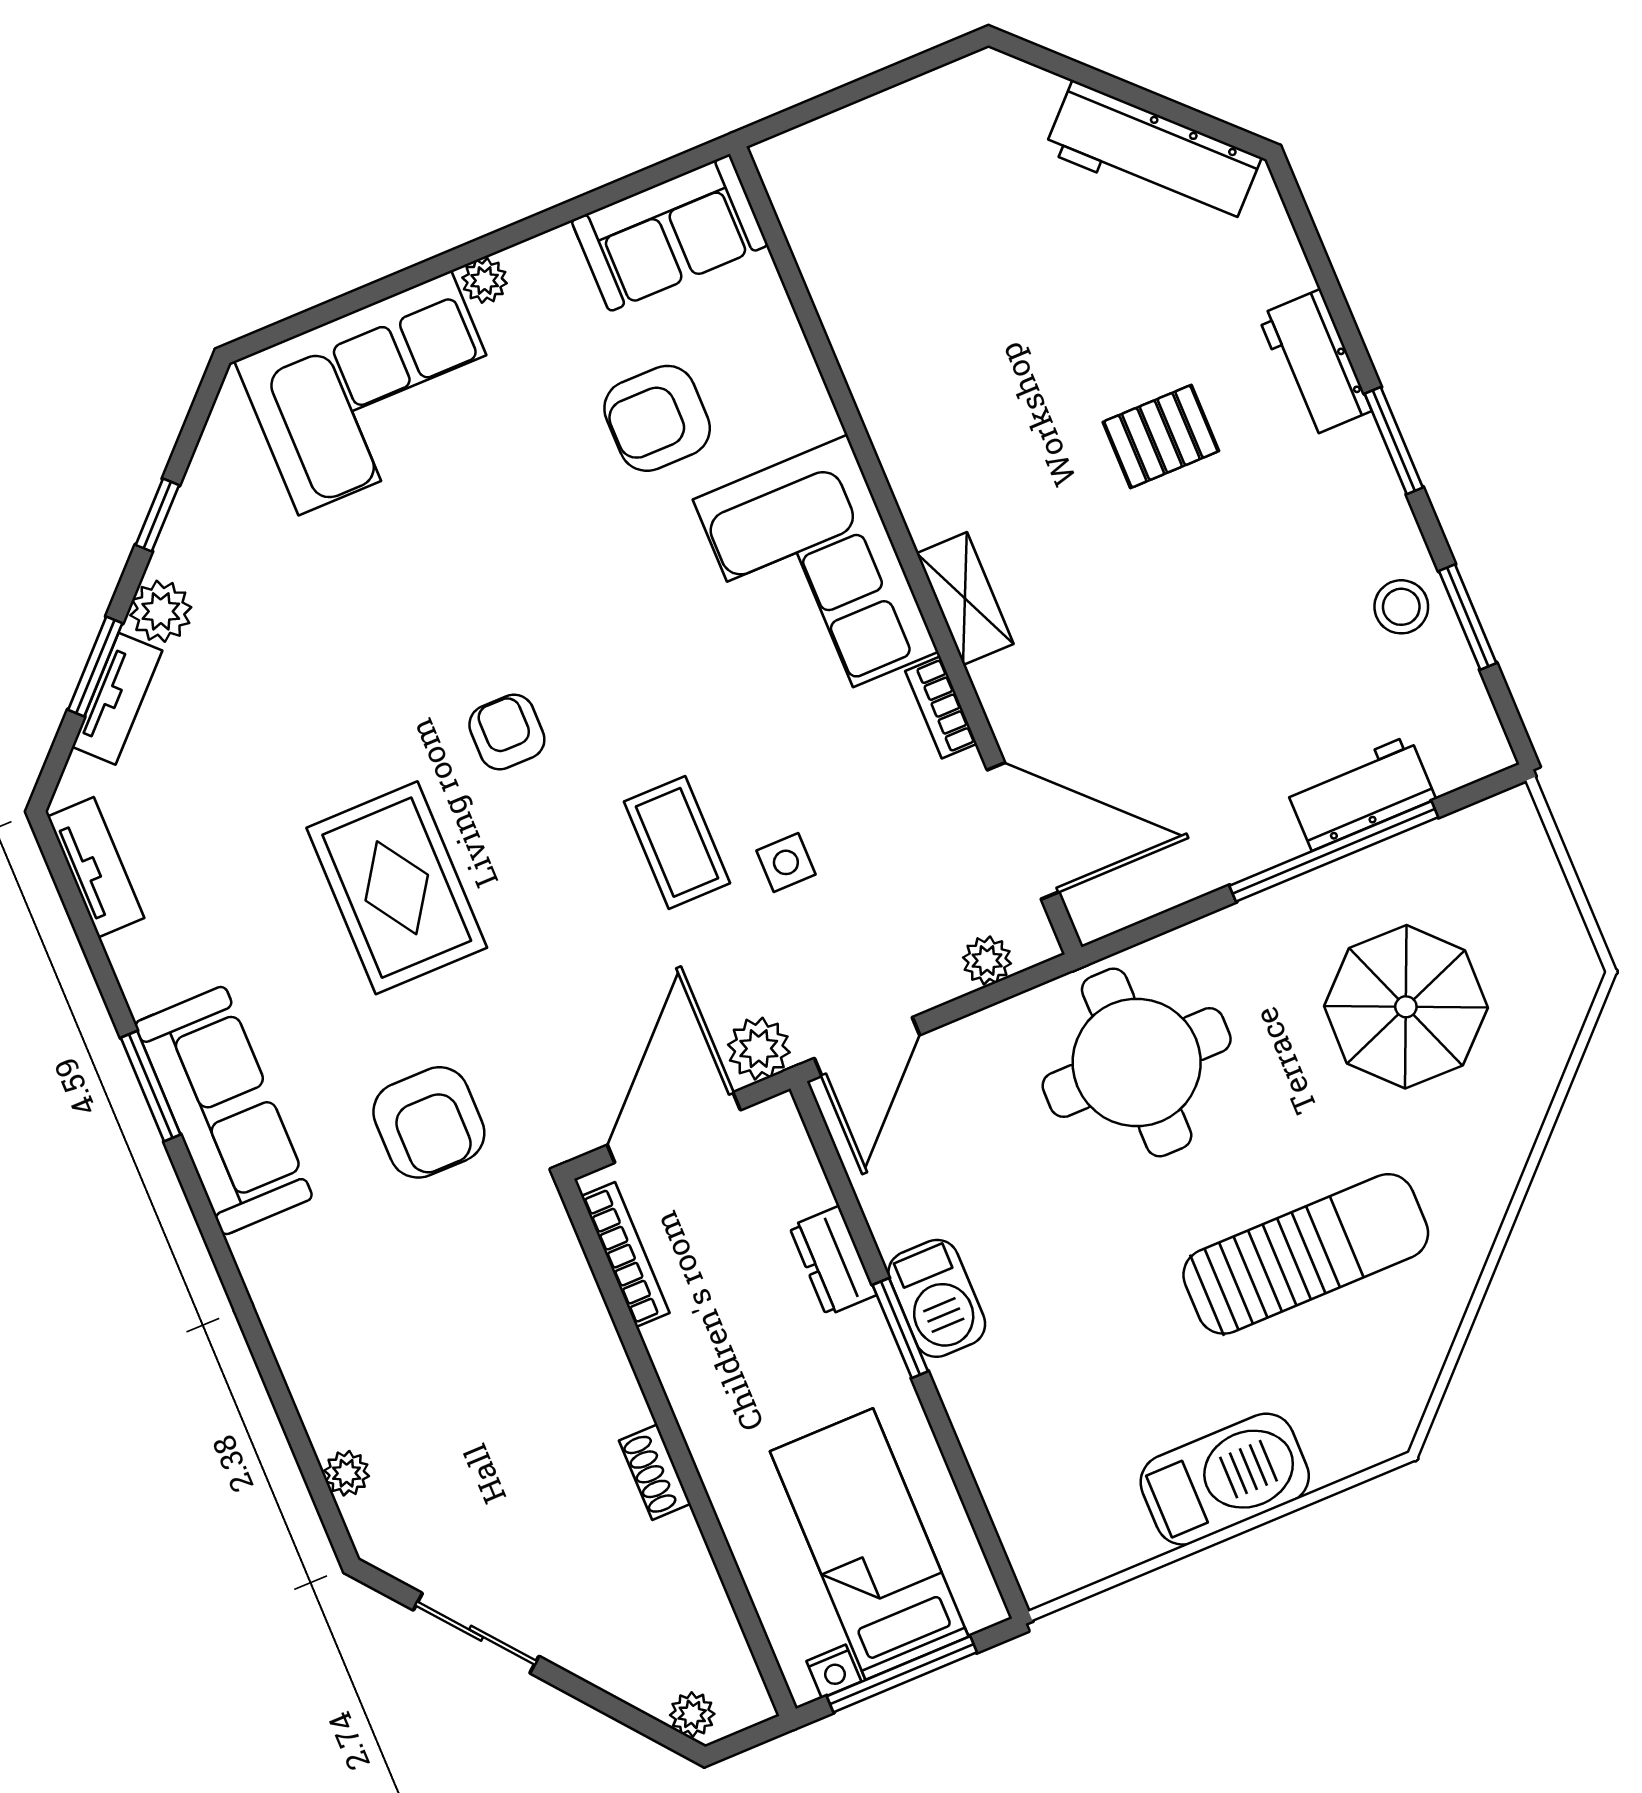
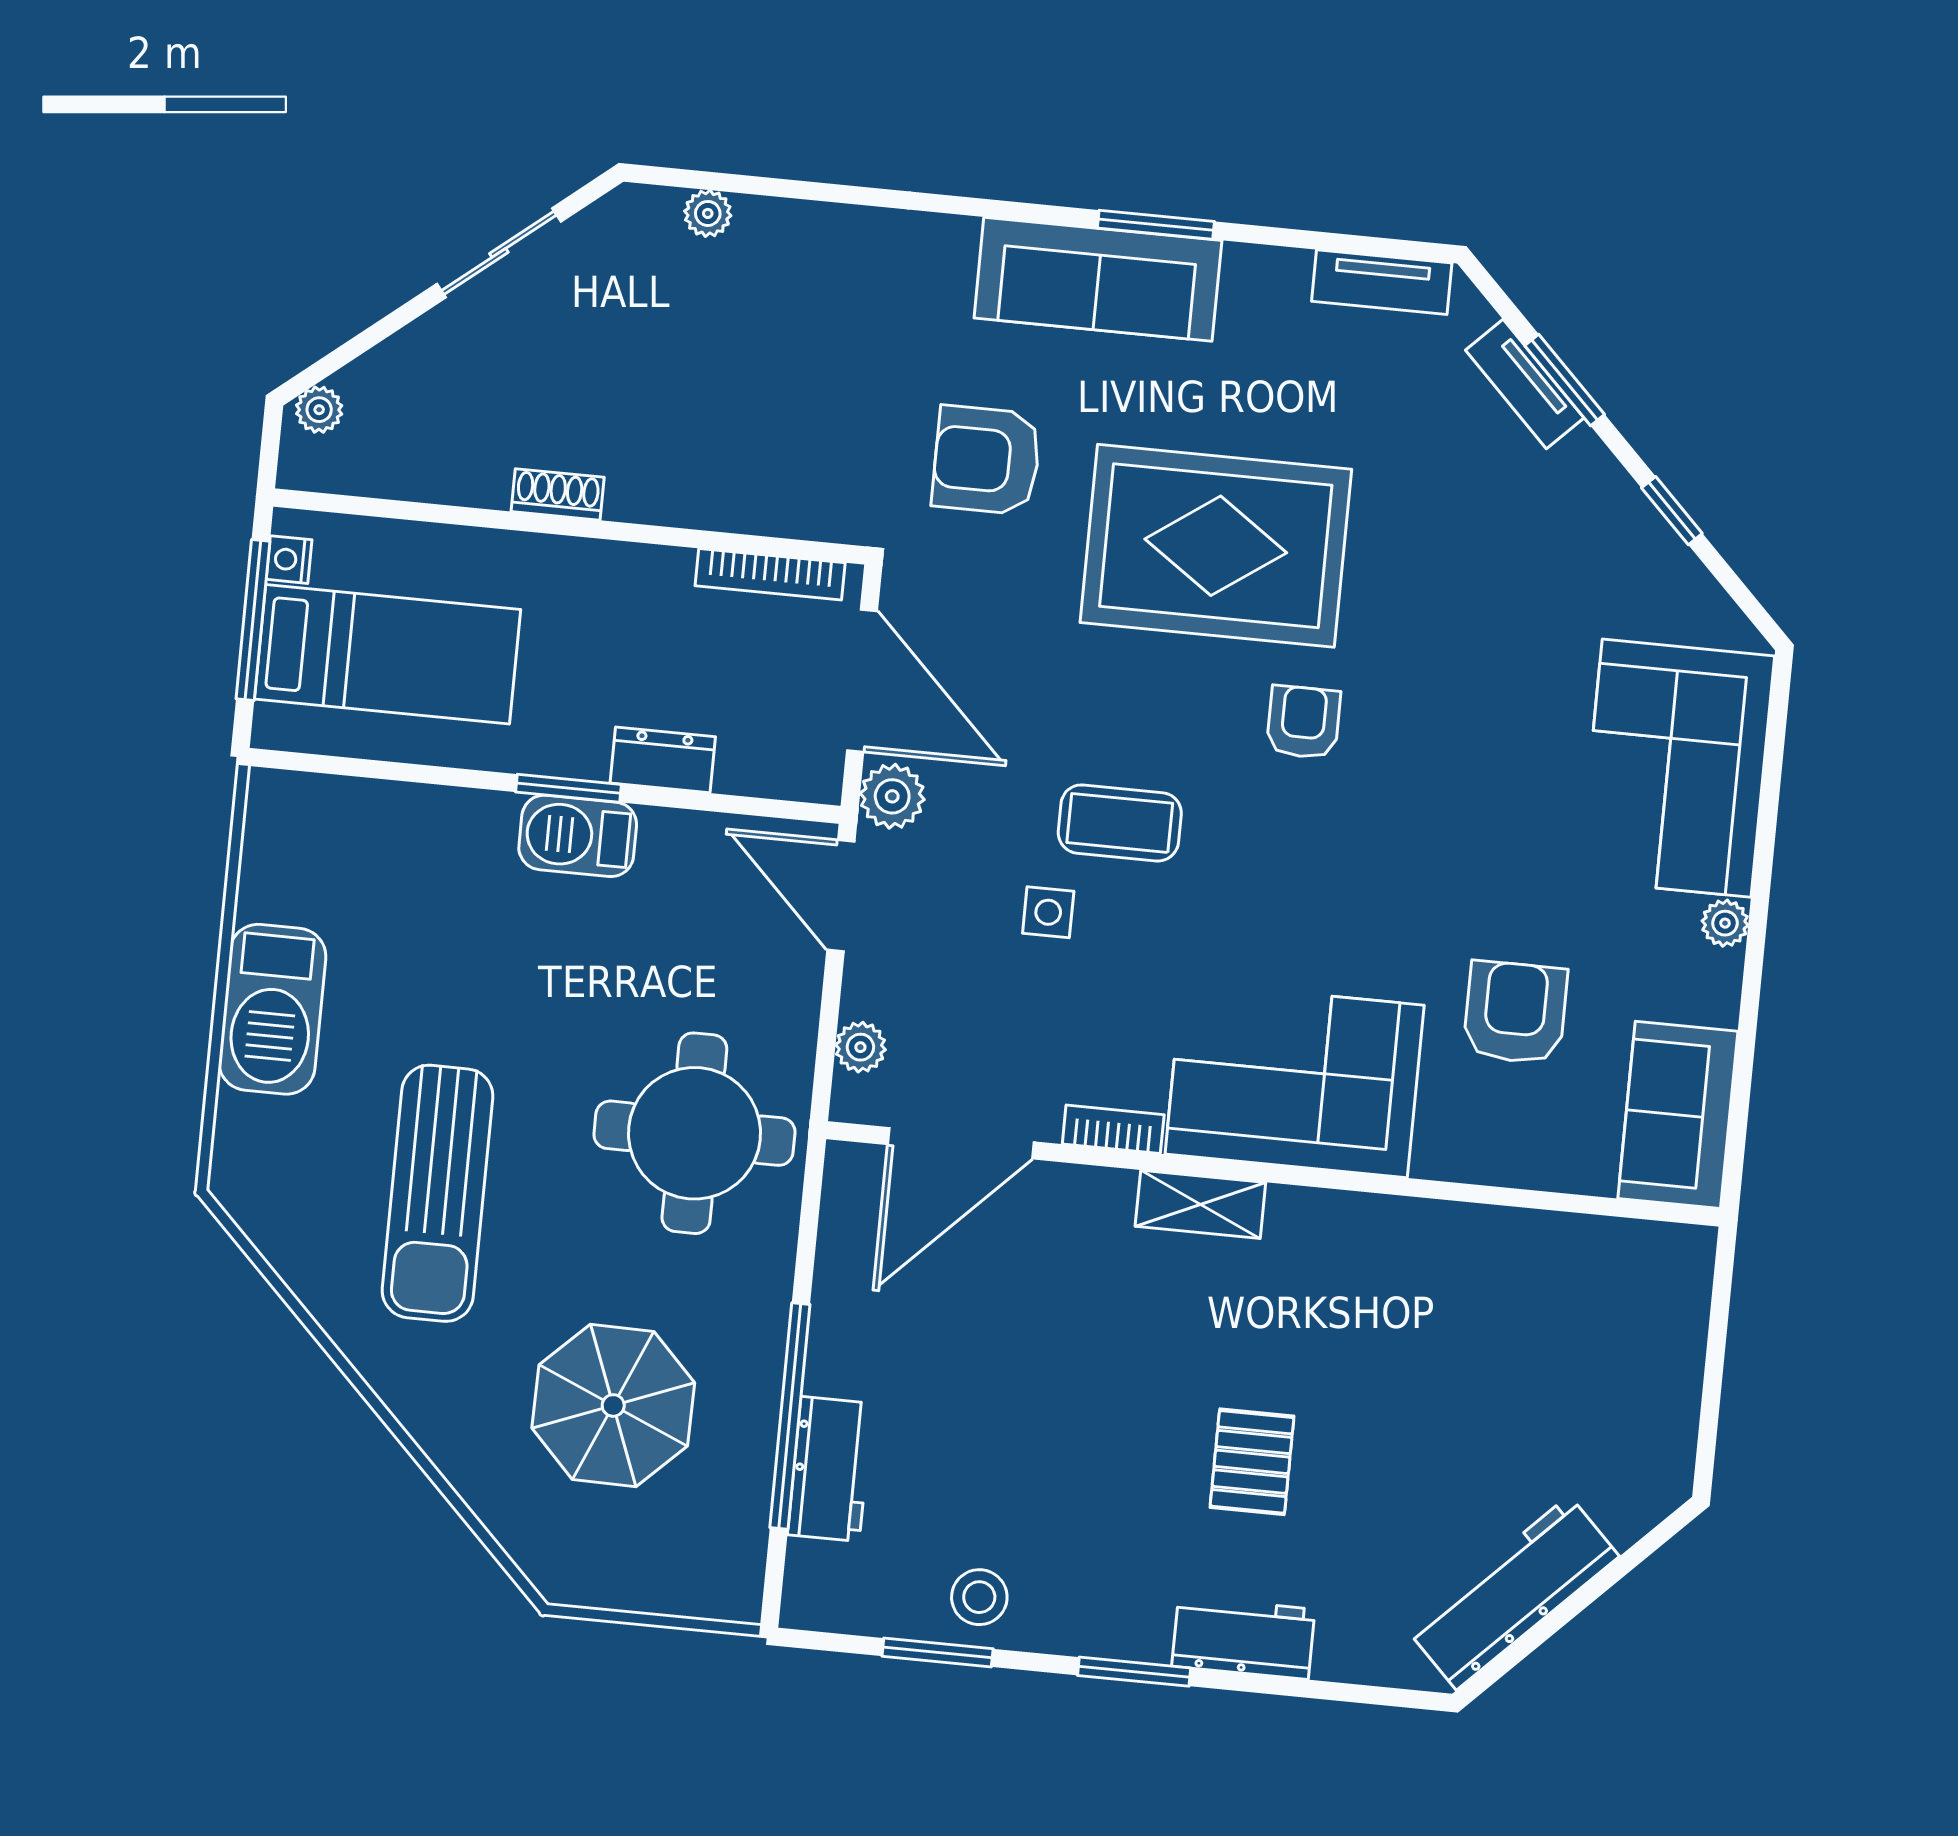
plant: (161, 611) -> (1583, 467), removed
armchair: (507, 732) -> (1303, 722), turned -90
rug: (397, 888) -> (1216, 546), width x1.37, depth x1.44

